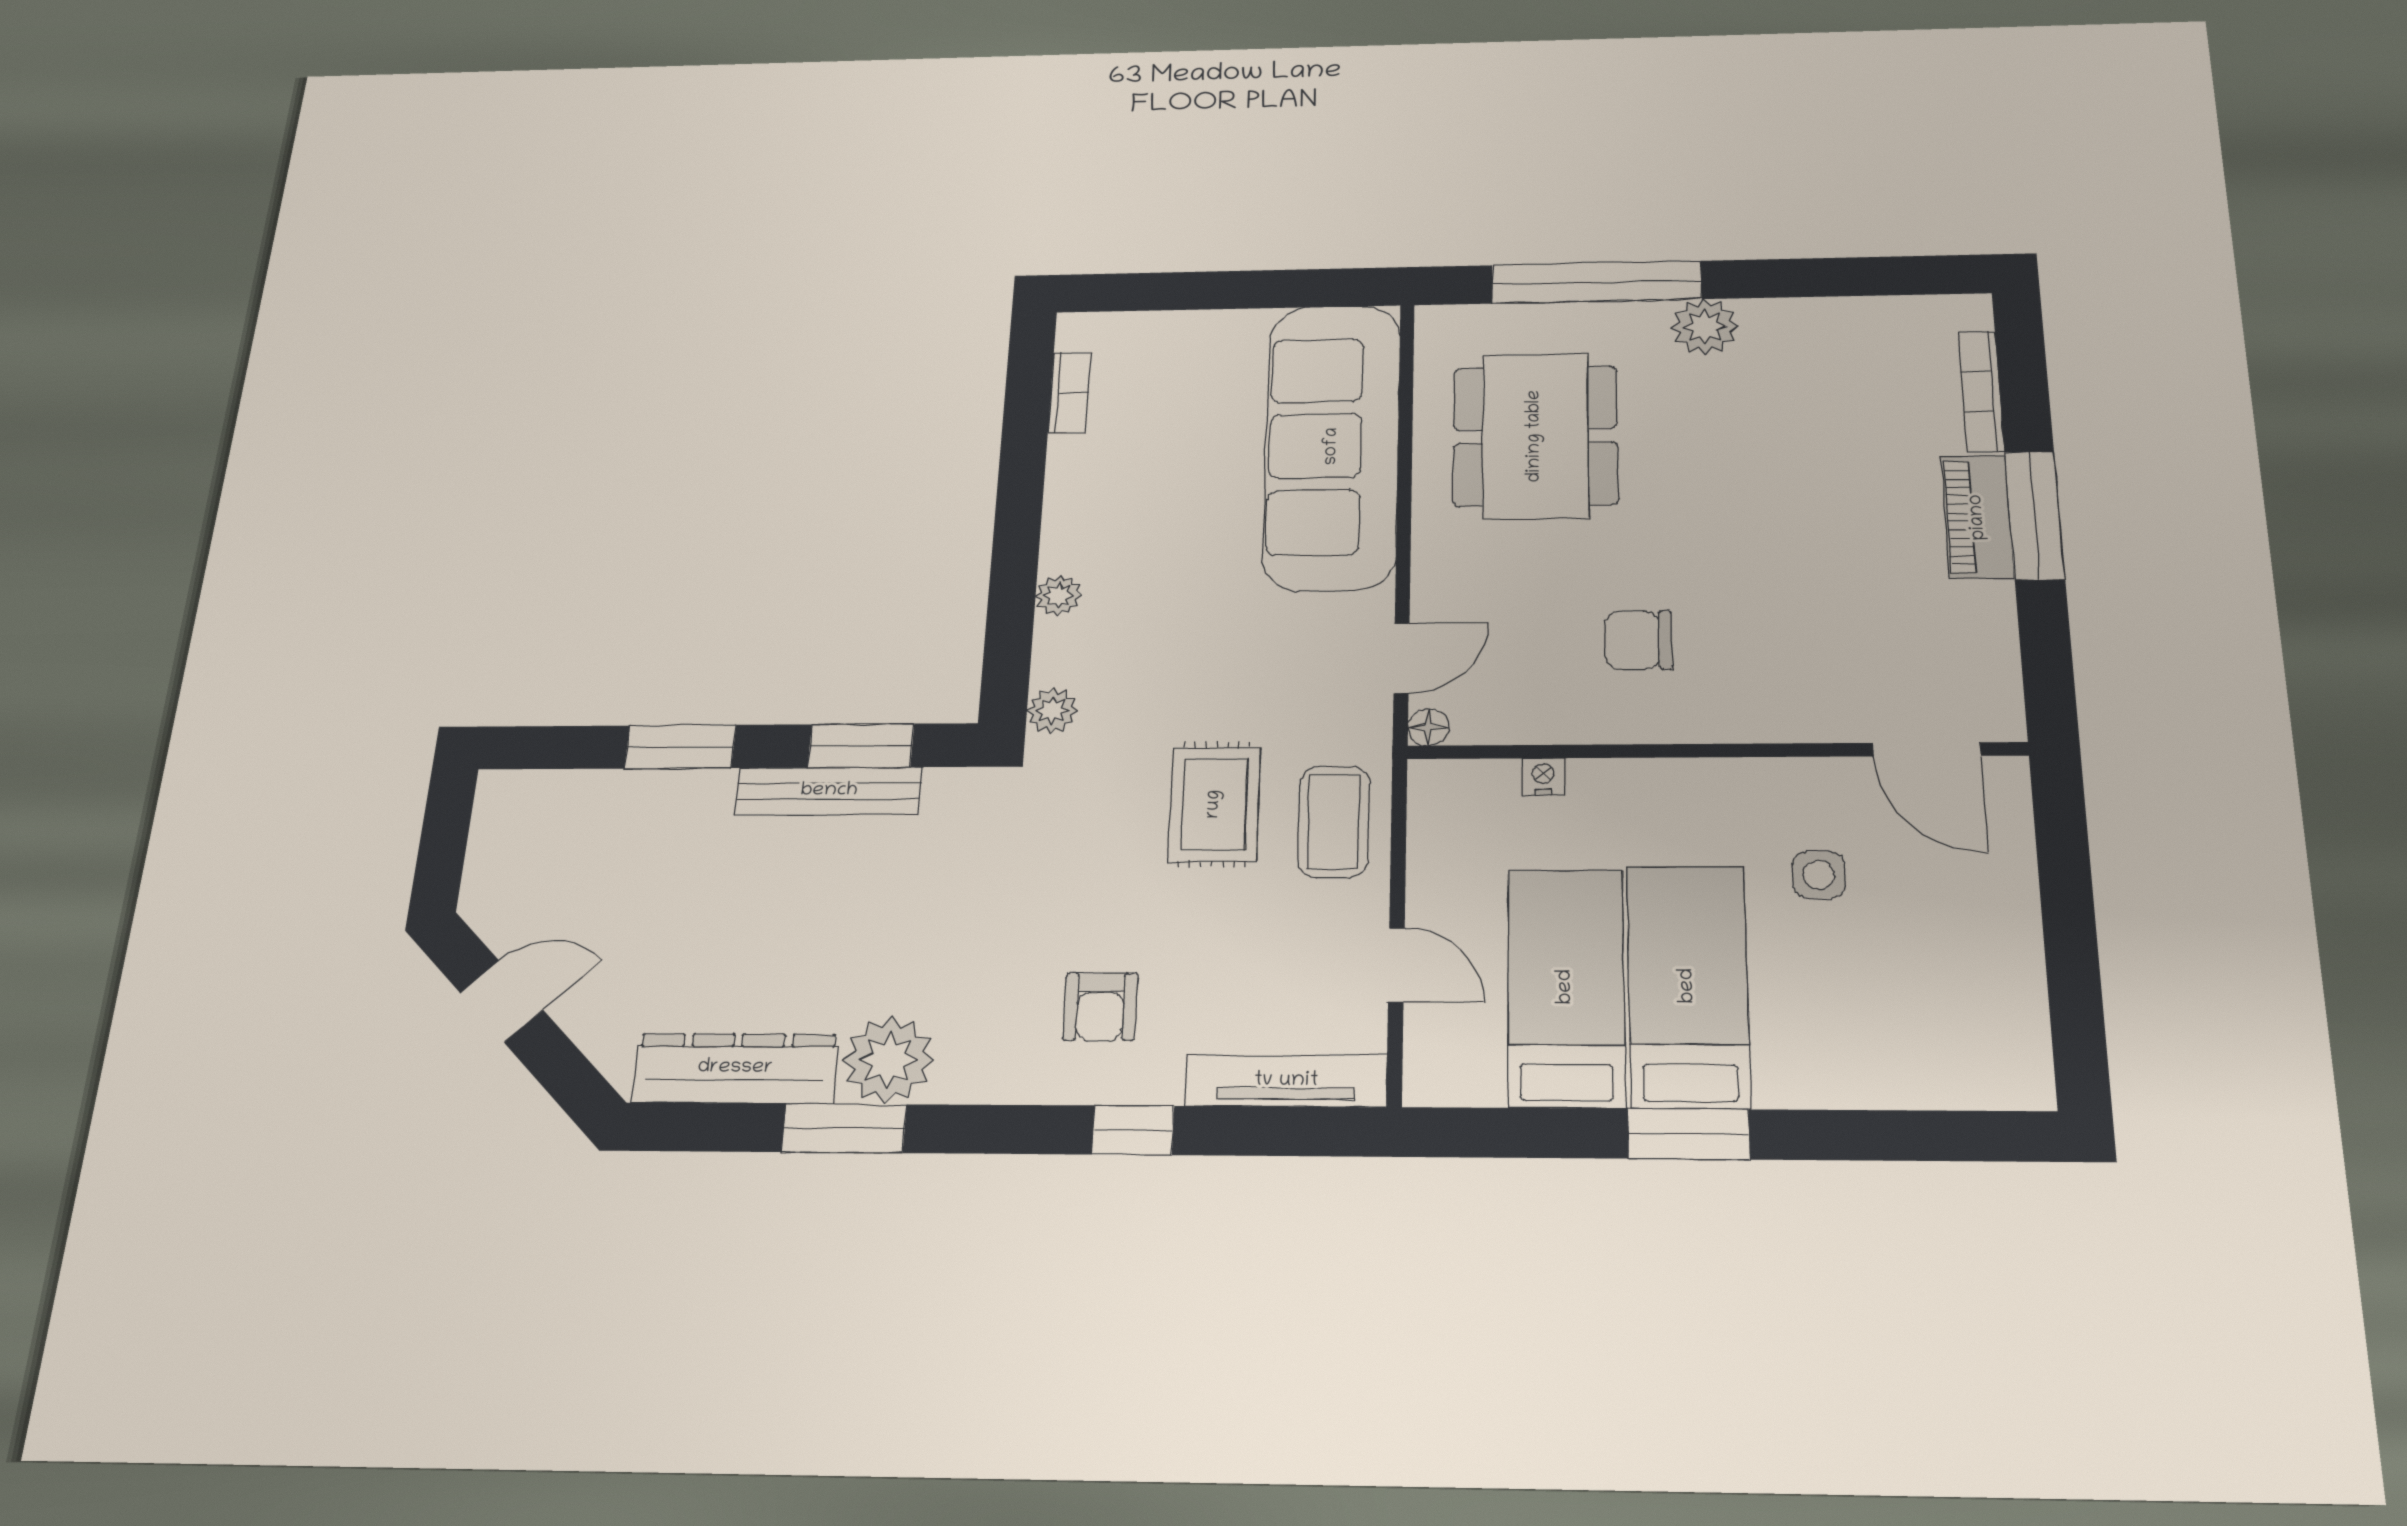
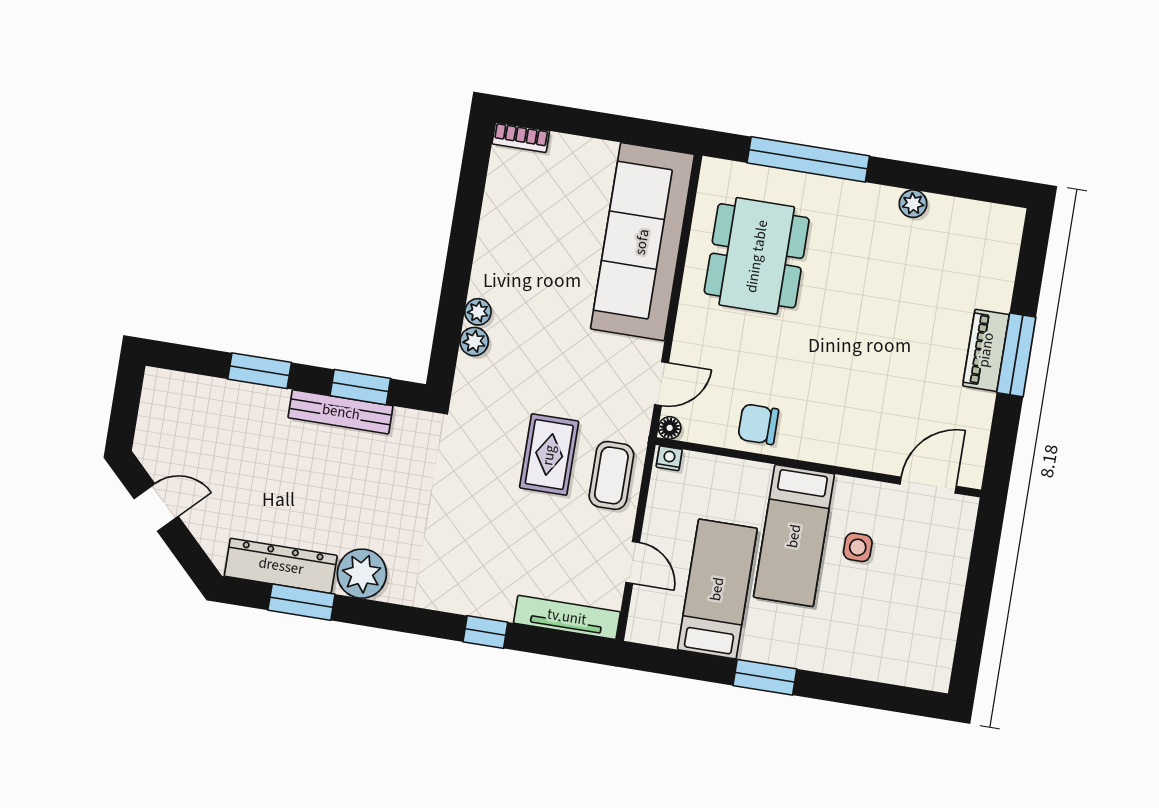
plant: (1705, 327) -> (913, 204), moved, width x0.73, depth x0.73
bookcase: (1981, 391) -> (1006, 271), removed
bookcase: (1069, 392) -> (521, 137), moved, turned 90
chair: (1639, 640) -> (758, 424), moved
plant: (1052, 711) -> (474, 342), moved
door: (1927, 749) -> (928, 485), swing flipped
nightstand: (1543, 777) -> (669, 458), moved
bed: (1688, 986) -> (794, 536), moved, turned 180
armchair: (1100, 1007) -> (476, 561), removed
window: (844, 1128) -> (301, 602), moved

